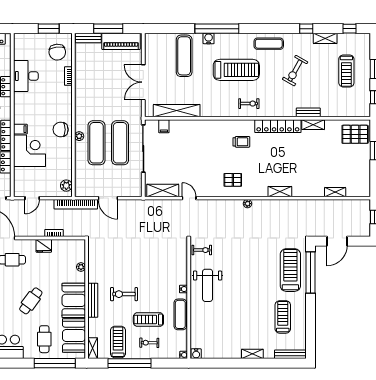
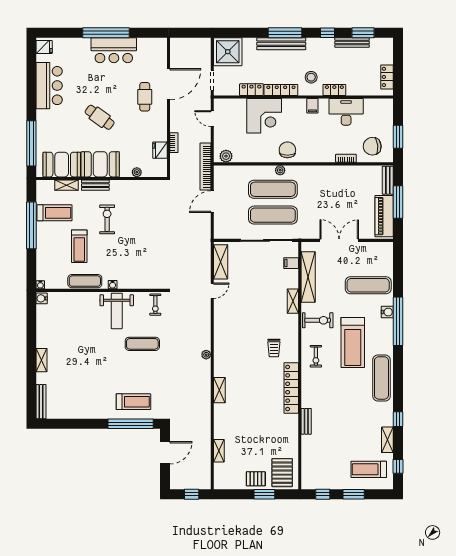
exercise mat: (269, 44) -> (381, 378), width x1.36, depth x1.45
exercise bike: (295, 71) -> (318, 320), moved, turned 151
treadmill: (346, 71) -> (369, 469), moved
shelving: (313, 125) -> (293, 301), moved
filing cabinet: (20, 129) -> (312, 106), moved
pallet: (233, 180) -> (256, 479), moved, turned 90
door: (337, 241) -> (165, 453), swing flipped
fridge: (44, 246) -> (160, 150), moved
exercise mat: (238, 262) -> (142, 344), added
treadmill: (290, 270) -> (133, 402), width x0.73, depth x0.73
weight bench: (208, 285) -> (117, 311), turned -90
bench: (93, 300) -> (95, 185), width x0.73
treadmill: (283, 317) -> (82, 393), removed
treadmill: (148, 320) -> (79, 246), turned 180
cafe table: (44, 339) -> (58, 132), removed
exercise bike: (149, 343) -> (54, 247), removed
shelving: (93, 348) -> (67, 185), moved

